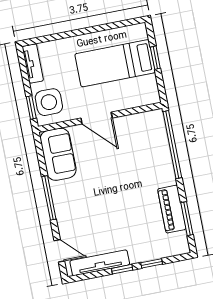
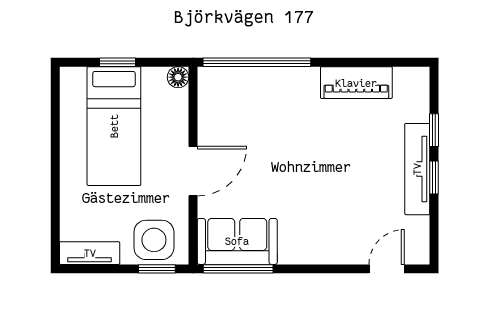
floor lamp: (153, 97) -> (178, 77), added
window: (49, 198) -> (238, 269), moved
window: (187, 219) -> (376, 62), removed
tv unit: (100, 263) -> (417, 169), moved

